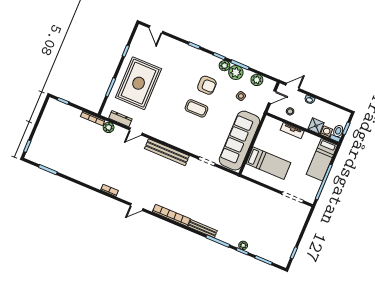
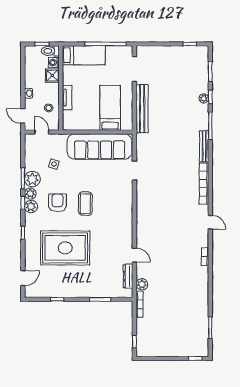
plant: (257, 80) -> (31, 207), moved
rug: (139, 83) -> (65, 248), moved
bench: (167, 152) -> (142, 109), moved

